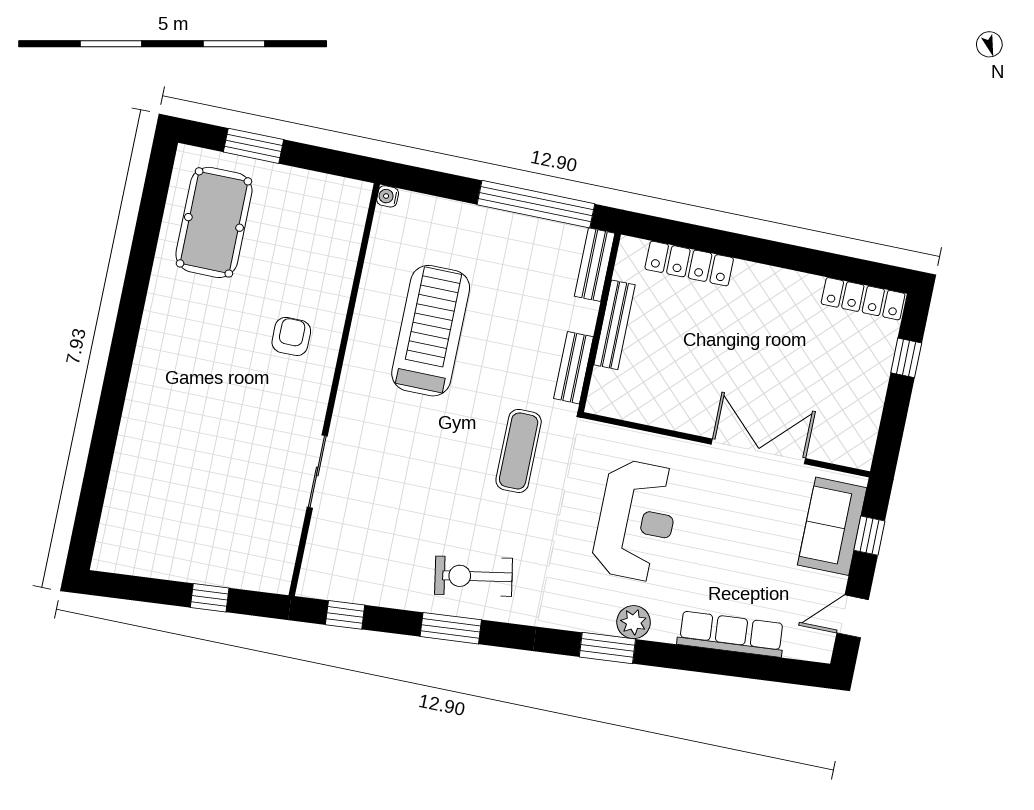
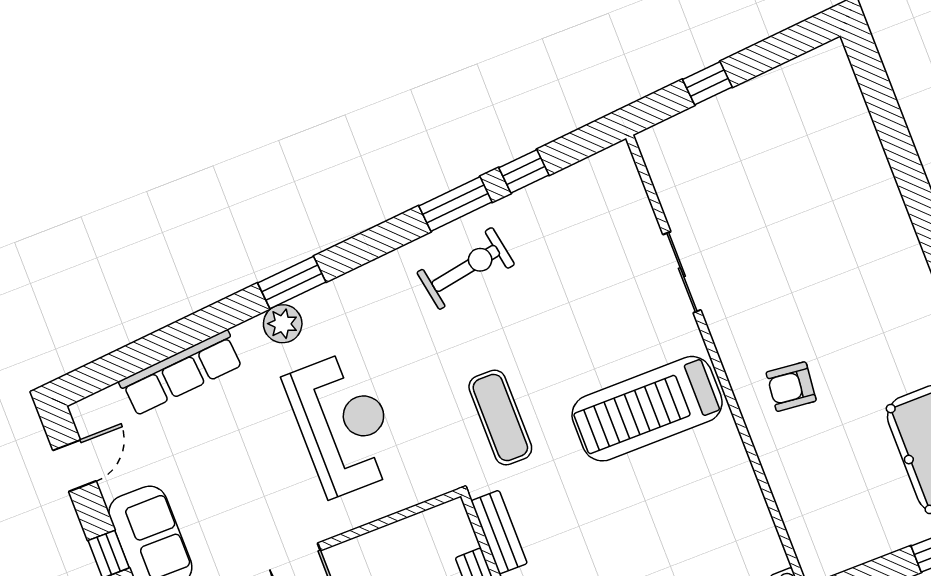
treadmill: (431, 331) -> (647, 409), moved, turned 90
armchair: (291, 336) -> (791, 387), turned 96
reception desk: (636, 520) -> (343, 424), turned 180
window: (345, 615) -> (524, 171), moved

